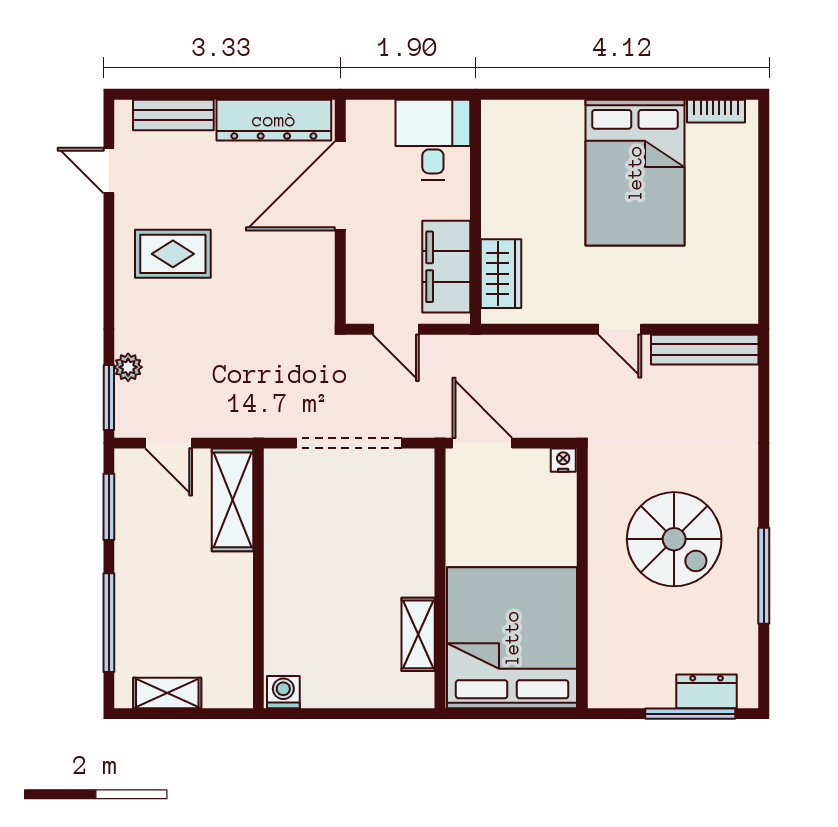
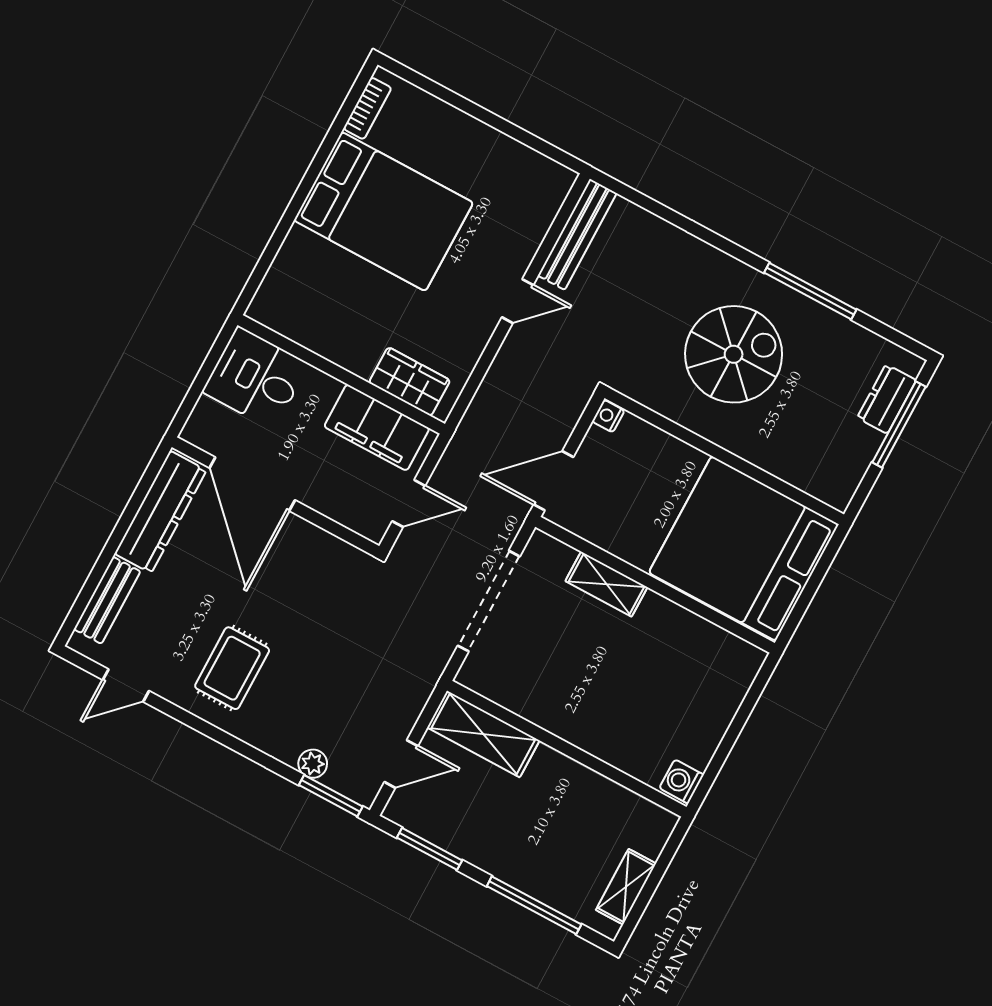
shelving: (418, 634) -> (606, 584), moved

